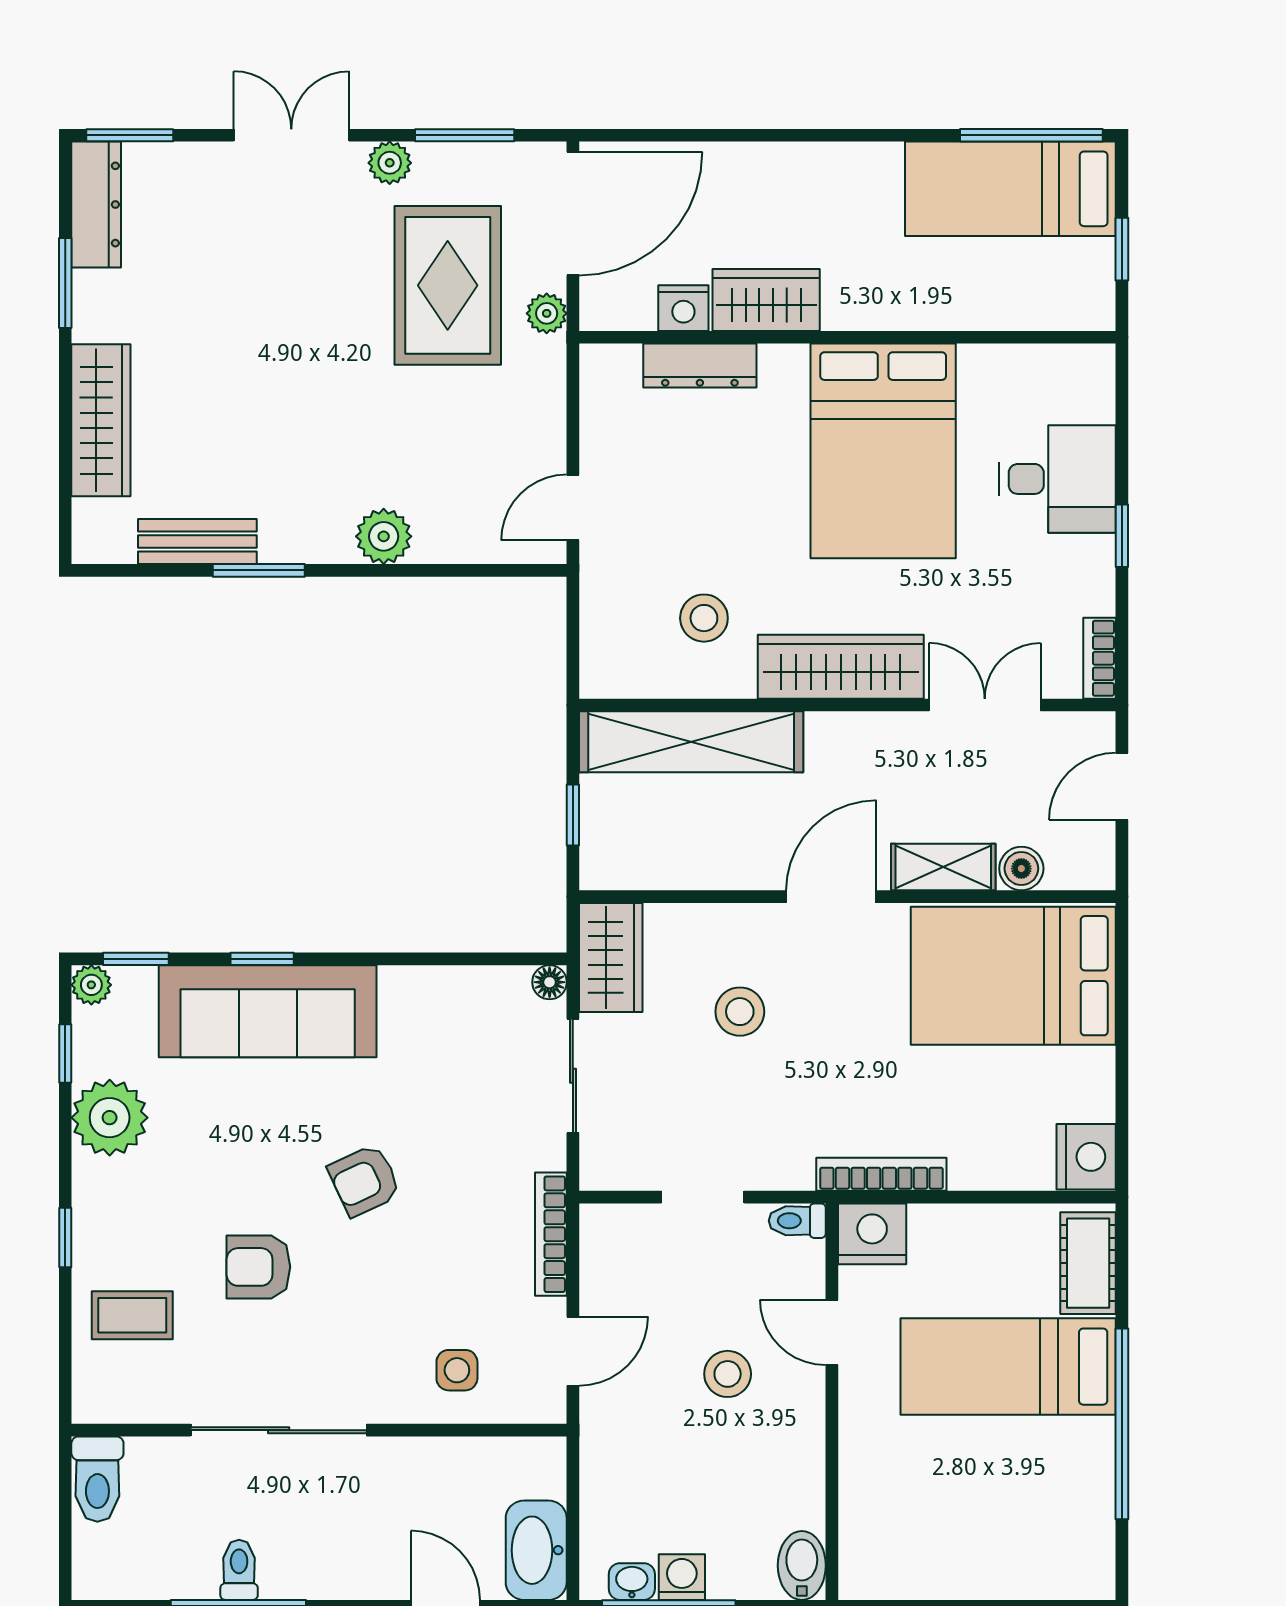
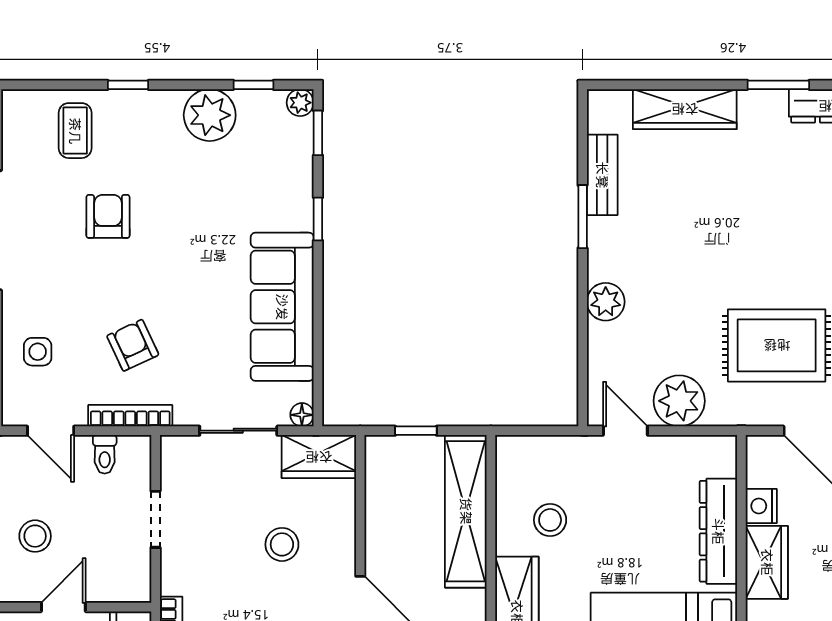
plant: (547, 313) -> (679, 401), moved, width x1.87, depth x1.87
dresser: (700, 366) -> (718, 531), width x1.37, depth x1.24
sofa: (268, 1011) -> (282, 307), moved
armchair: (365, 1180) -> (133, 345), moved
toilet: (797, 1221) -> (105, 454), moved, turned 180

